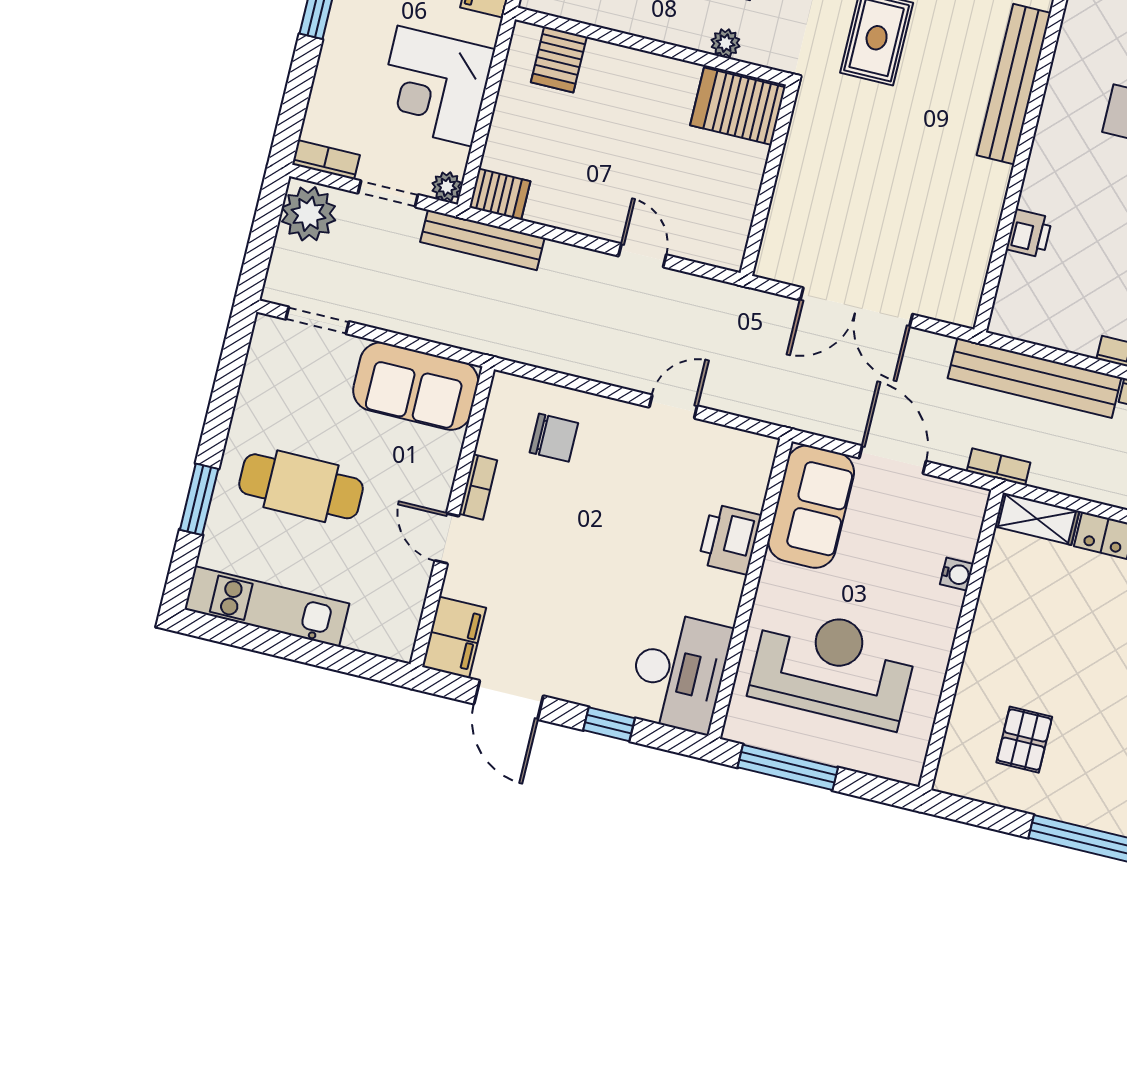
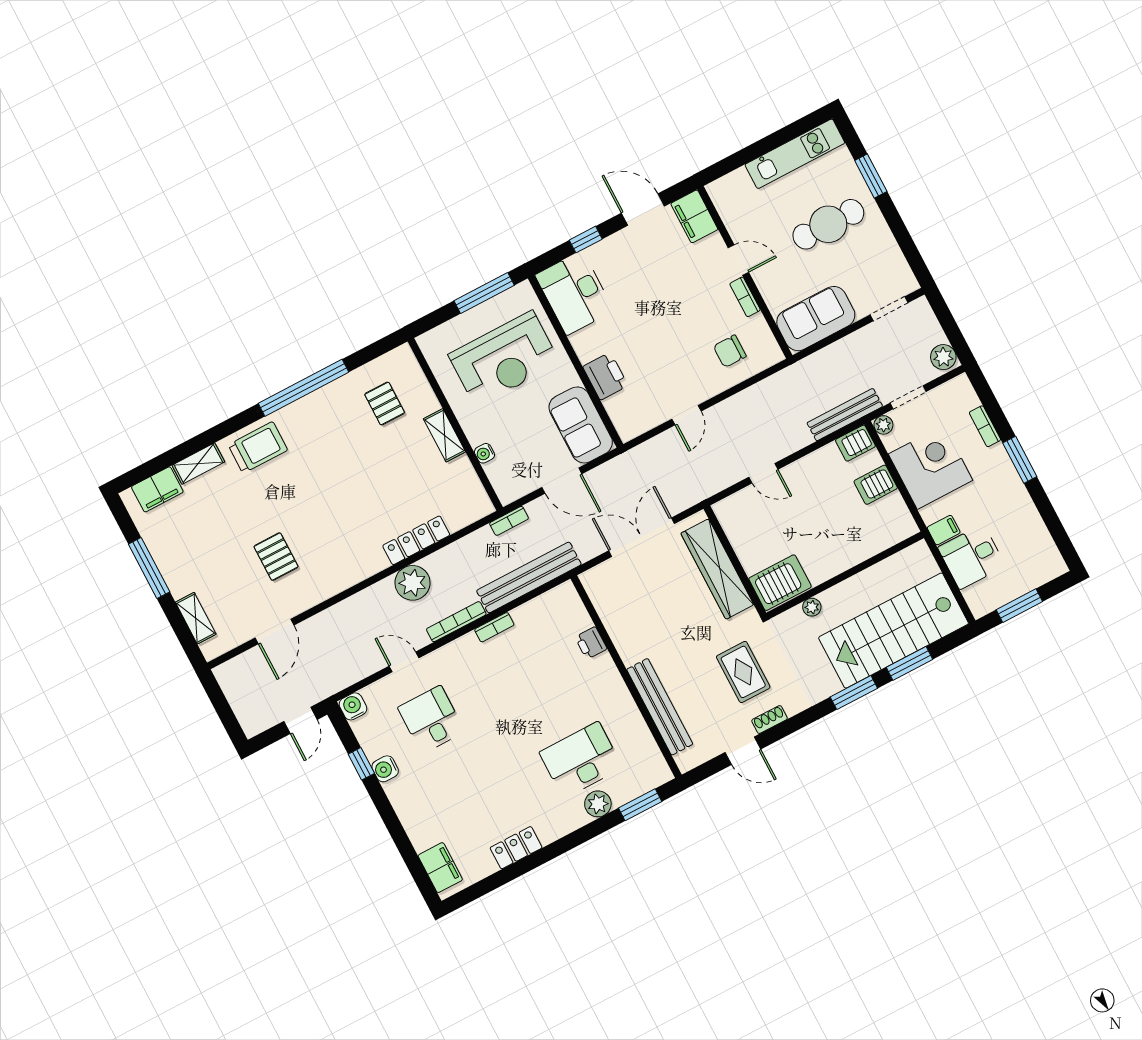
server rack: (559, 59) -> (876, 485), moved, turned -90
bookcase: (326, 160) -> (985, 426), moved, turned 90
wardrobe: (799, 189) -> (717, 569), added
plant: (309, 214) -> (943, 357), width x0.73, depth x0.73
shelving: (1037, 519) -> (444, 435), moved, turned 90

